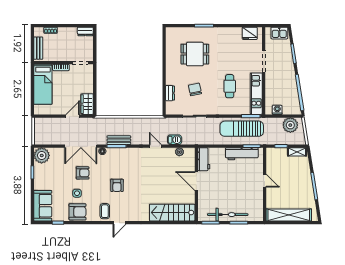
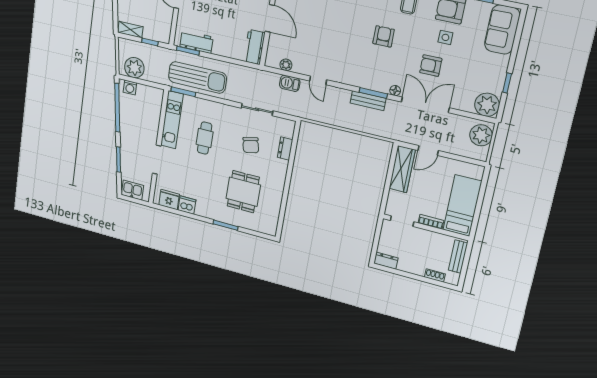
dishwasher: (235, 33) -> (187, 205), added
dining table: (195, 54) -> (243, 192), turned 90
wardrobe: (87, 104) -> (402, 169), width x1.50
washing machine: (277, 110) -> (130, 87), moved
plant: (41, 135) -> (481, 135), added
workbench: (242, 154) -> (196, 42), width x0.73

